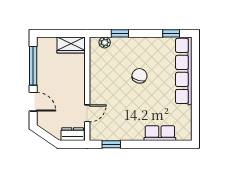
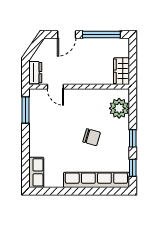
window: (120, 33) -> (133, 138), moved
plant: (105, 42) -> (119, 108), width x1.88, depth x1.88
row of seats: (160, 133) -> (36, 172), moved
window: (111, 144) -> (25, 110), width x1.50

